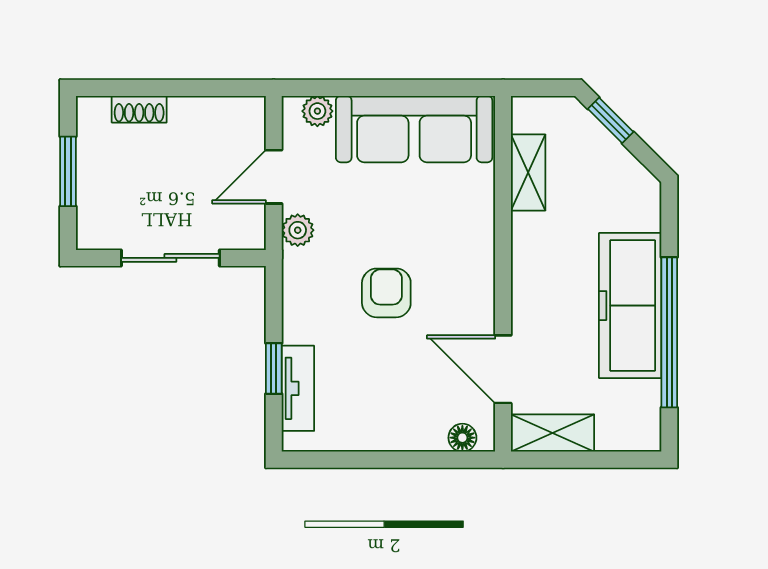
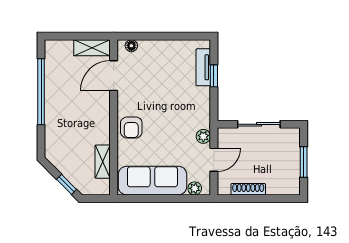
shoe rack: (139, 109) -> (248, 189), moved, width x1.43
armchair: (386, 293) -> (131, 127), moved
freezer: (630, 306) -> (58, 103), removed
door: (503, 369) -> (114, 76), swing flipped

